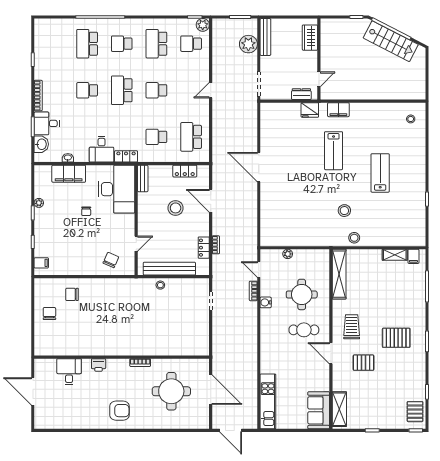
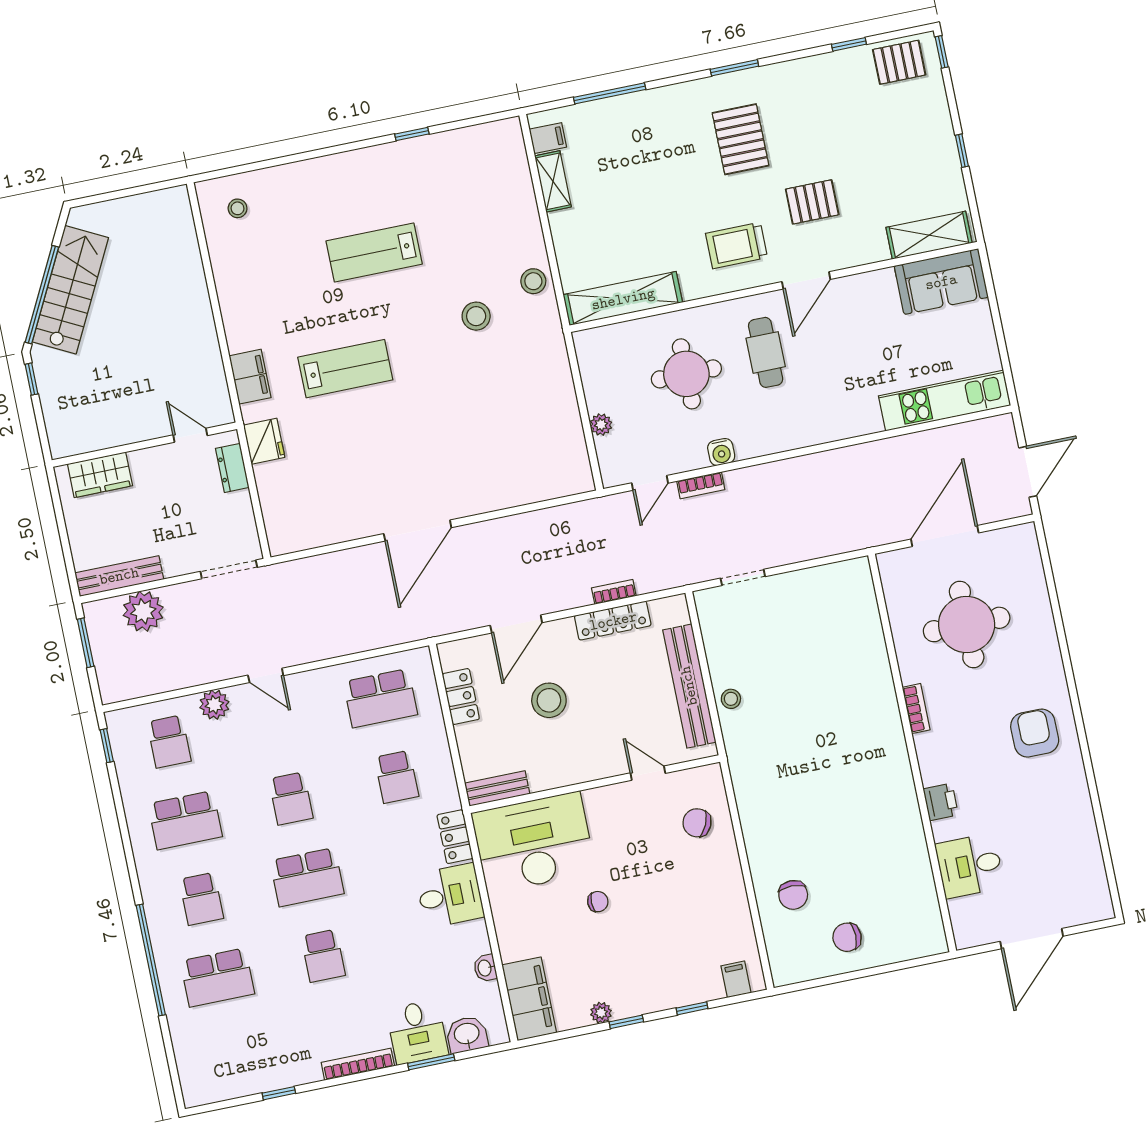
plant: (203, 25) -> (214, 705), moved
filing cabinet: (69, 174) -> (529, 999), moved
locker: (204, 248) -> (613, 621), width x1.53
pallet: (364, 363) -> (812, 202), turned 90

